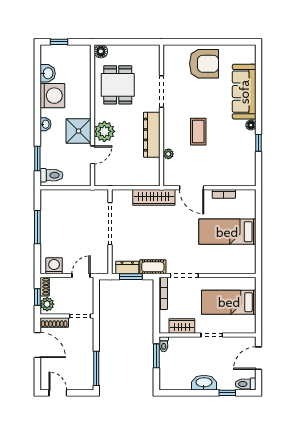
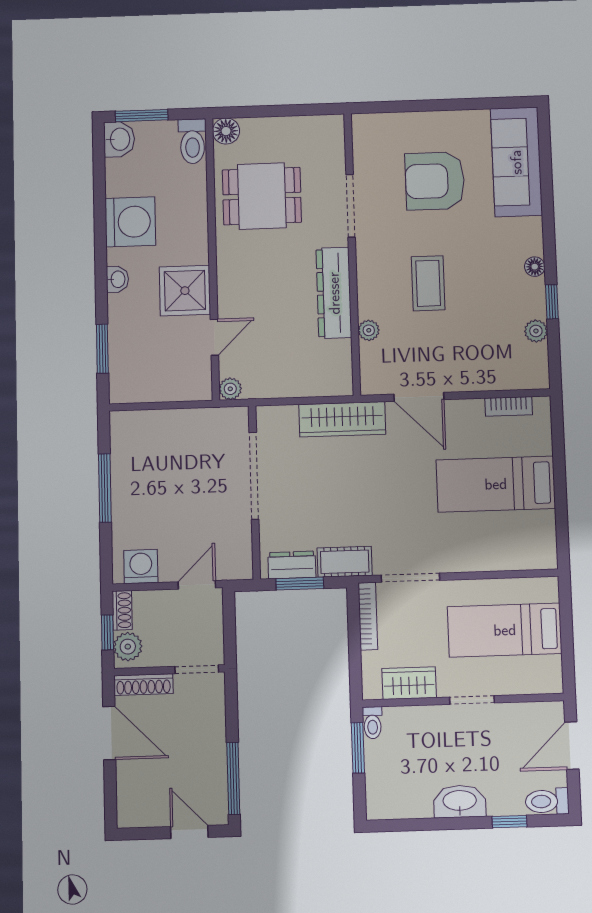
window: (59, 42) -> (142, 116), width x1.50
armchair: (204, 64) -> (435, 181), moved, turned 180
washbasin: (48, 73) -> (119, 139), moved
dining table: (118, 85) -> (262, 196), turned 90
sofa: (244, 92) -> (516, 162), moved
plant: (104, 131) -> (230, 389), moved, width x0.53, depth x0.53
plant: (250, 157) -> (536, 331), added
toilet: (51, 175) -> (192, 141), moved, turned 90
bookcase: (224, 194) -> (509, 406), moved
door: (58, 393) -> (189, 832), moved

